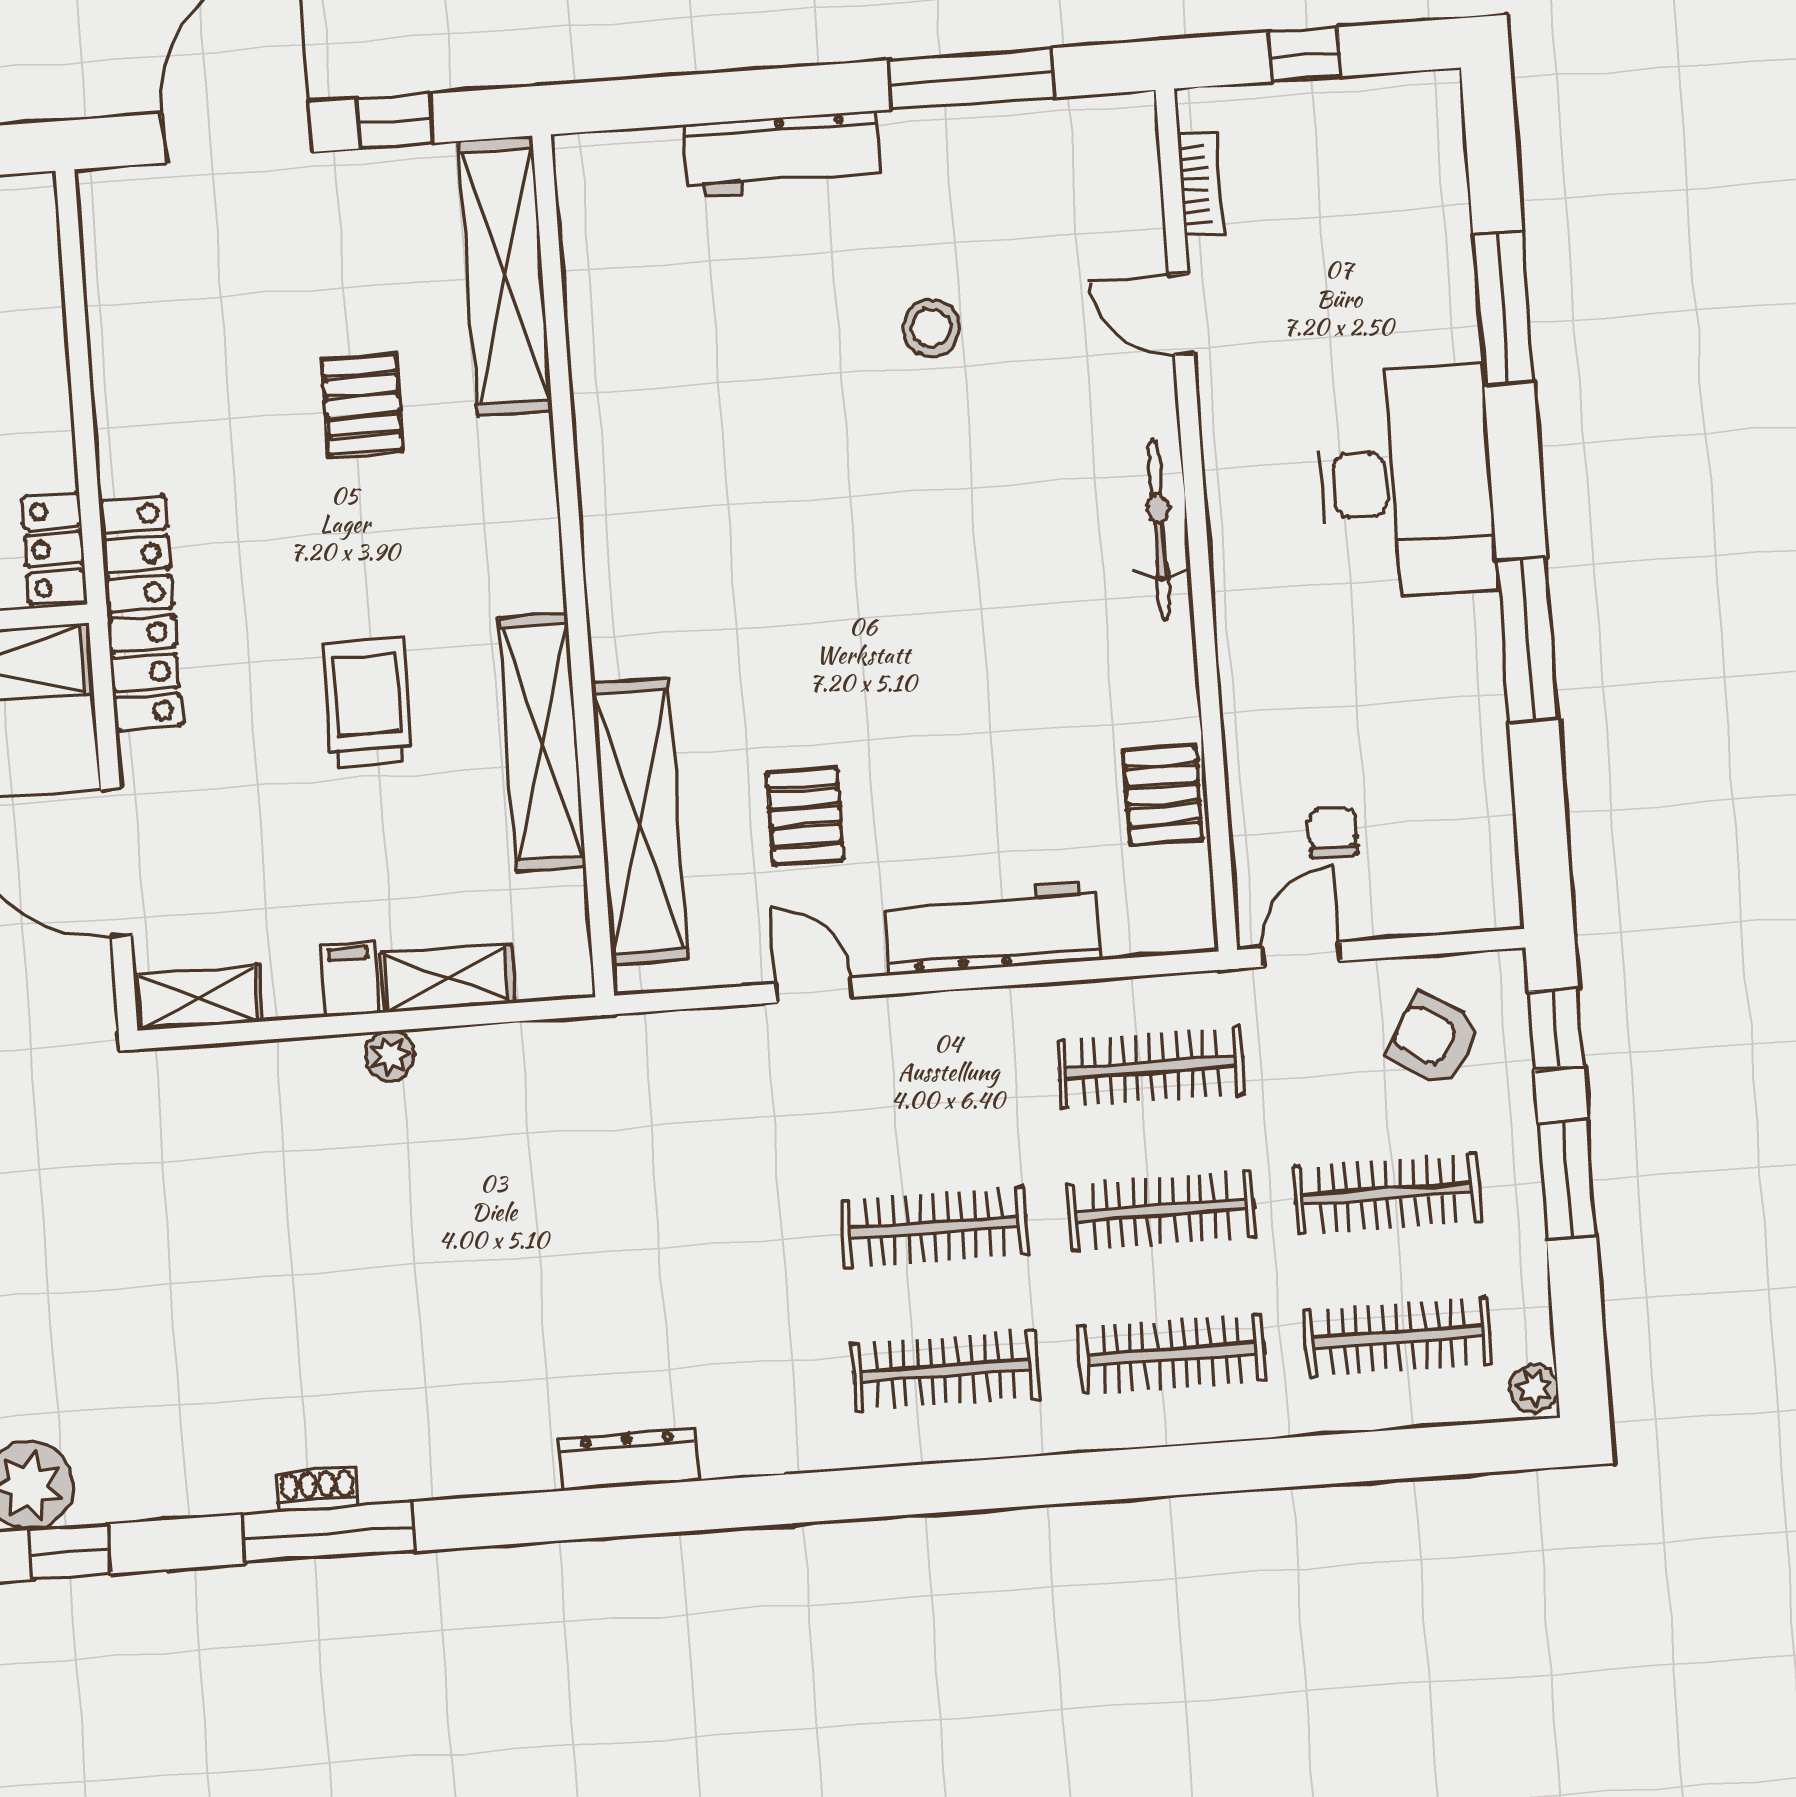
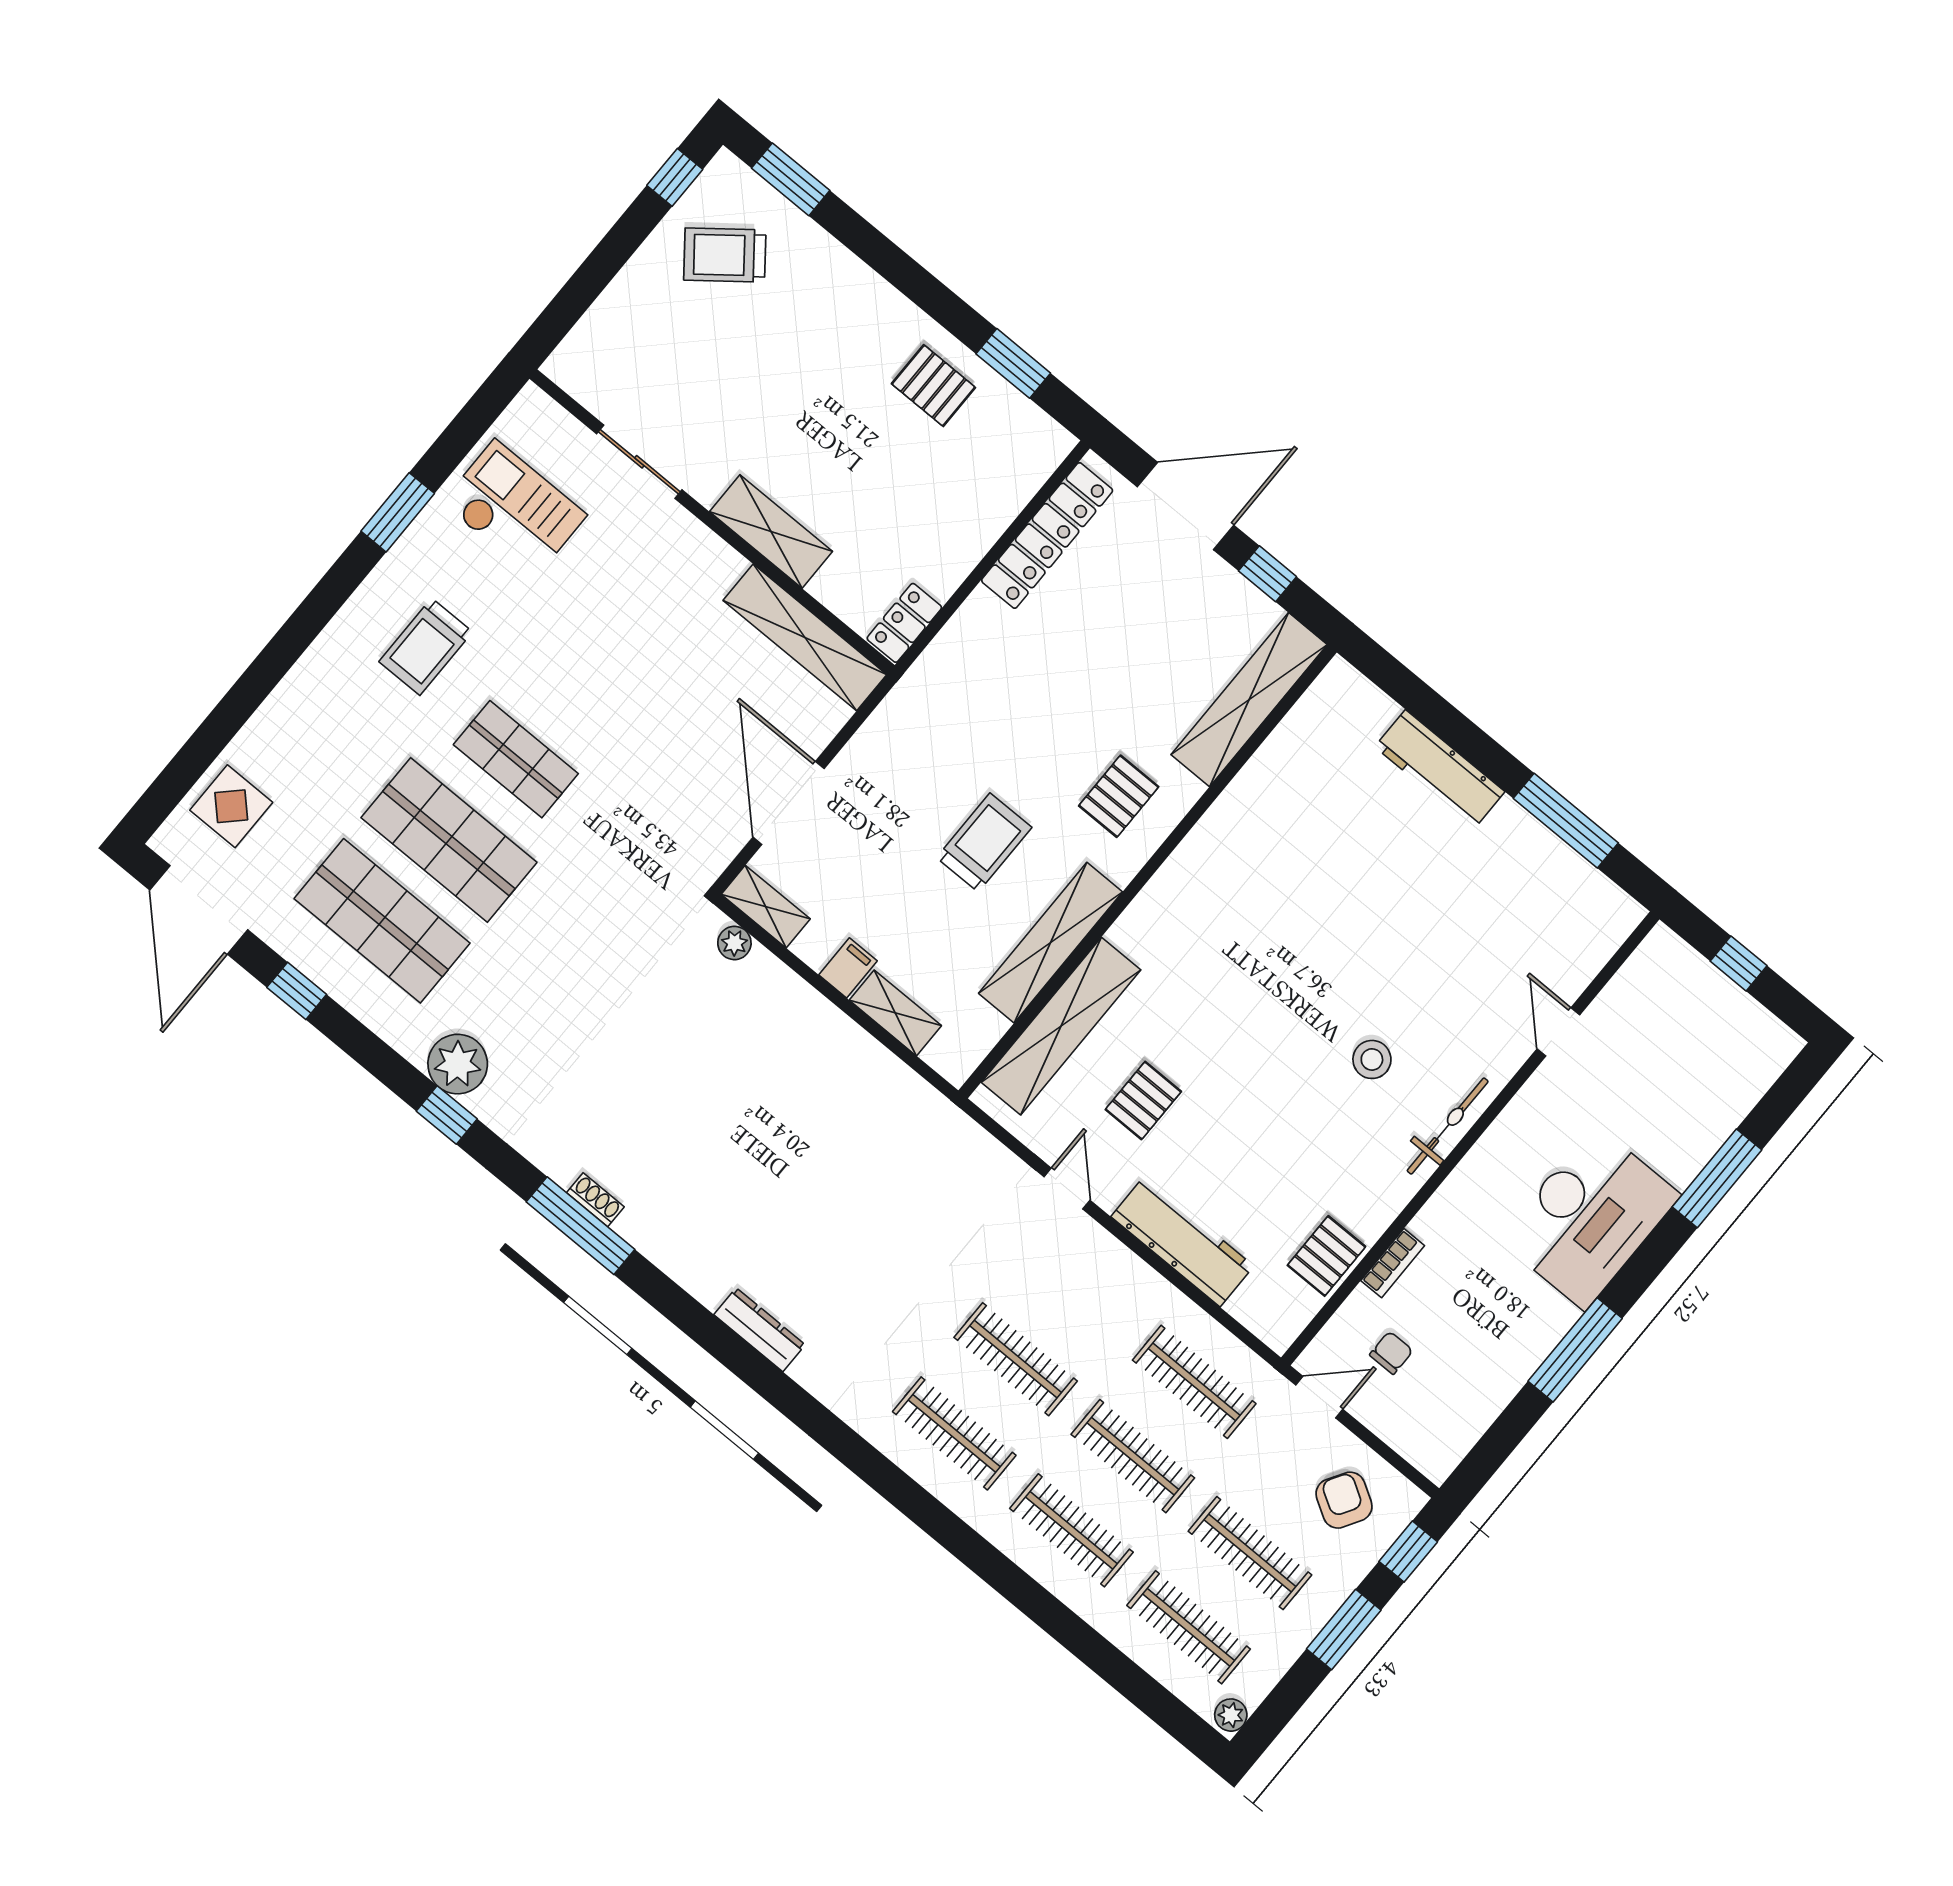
bookcase: (1201, 184) -> (1393, 1263), moved
stool: (931, 328) -> (1372, 1059), moved
pallet: (362, 405) -> (1119, 796), moved
locker: (140, 613) -> (1047, 535), moved
plant: (390, 1056) -> (734, 943), moved

